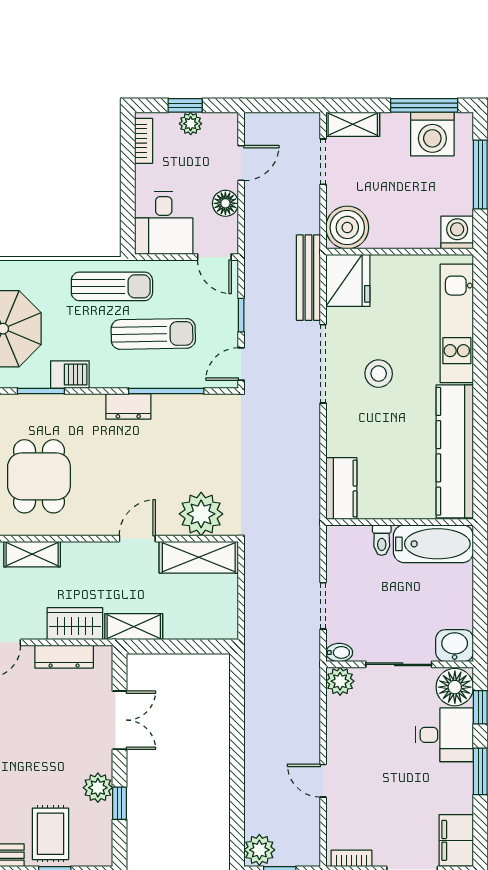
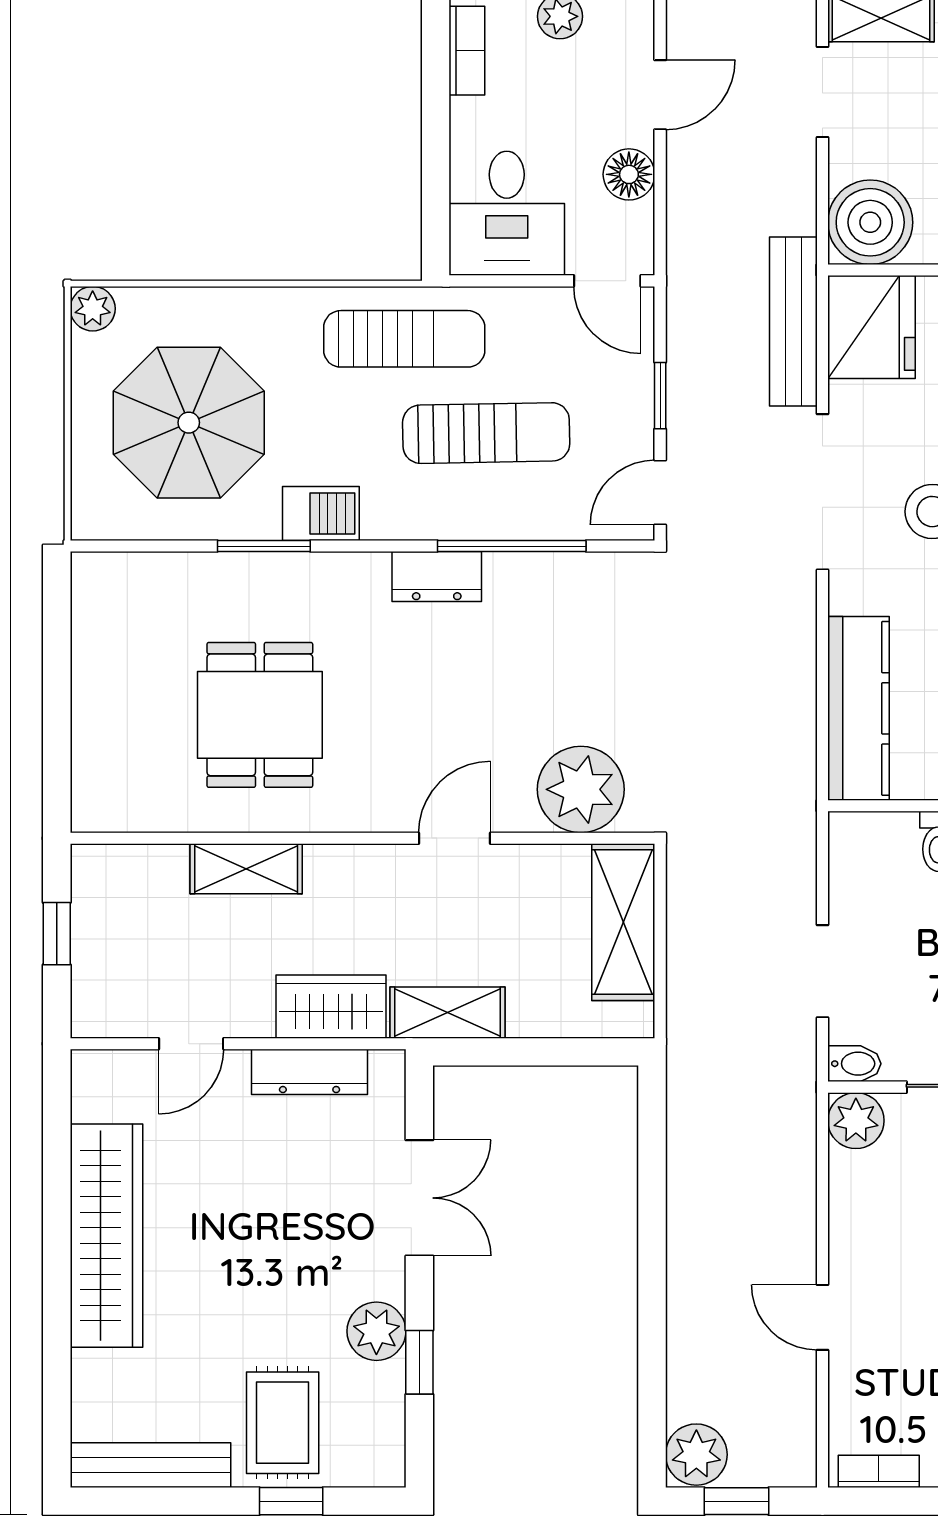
kitchen counter: (341, 489) -> (858, 708), width x1.50
shelving: (199, 557) -> (623, 922), moved, turned 90

